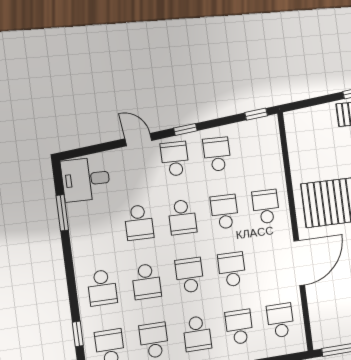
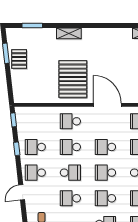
window: (185, 129) -> (17, 149), moved
school desk: (139, 222) -> (70, 198), turned 180
school desk: (146, 281) -> (105, 198), turned 180

